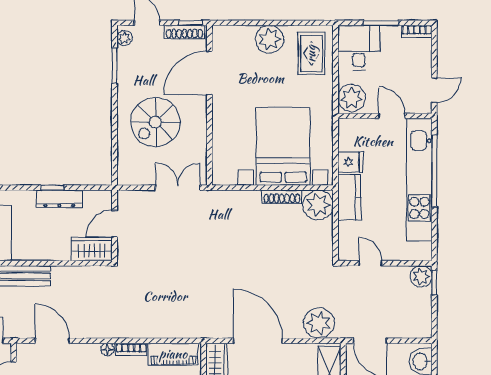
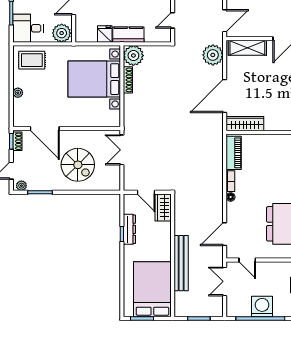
shoe rack: (184, 32) -> (17, 141), width x0.70
plant: (269, 39) -> (18, 93), width x0.53, depth x0.53

